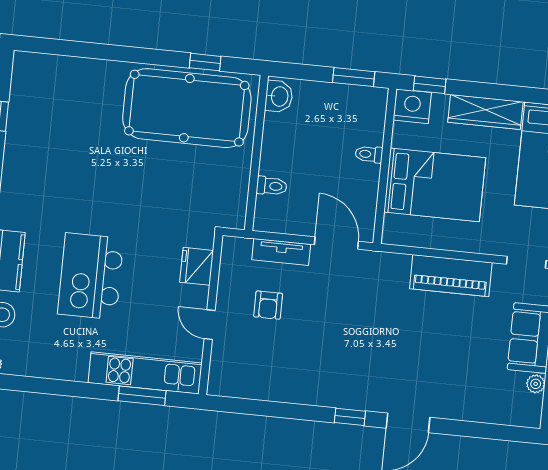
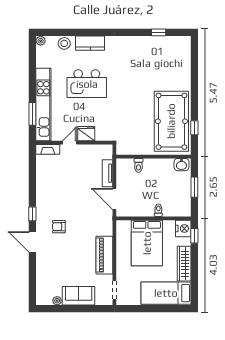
window: (354, 77) -> (194, 187), moved
door: (336, 243) -> (114, 199), swing flipped
fridge: (197, 266) -> (86, 134), moved
kitchen island: (91, 276) -> (87, 84), turned 180
armchair: (268, 305) -> (59, 227), moved
fireplace: (219, 371) -> (48, 149), added
kitchen unit: (145, 373) -> (43, 104), width x1.36

